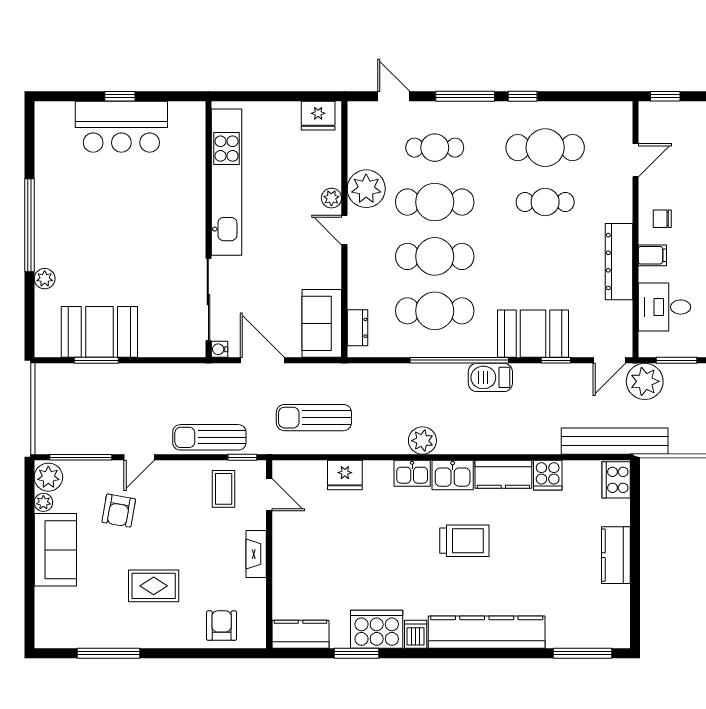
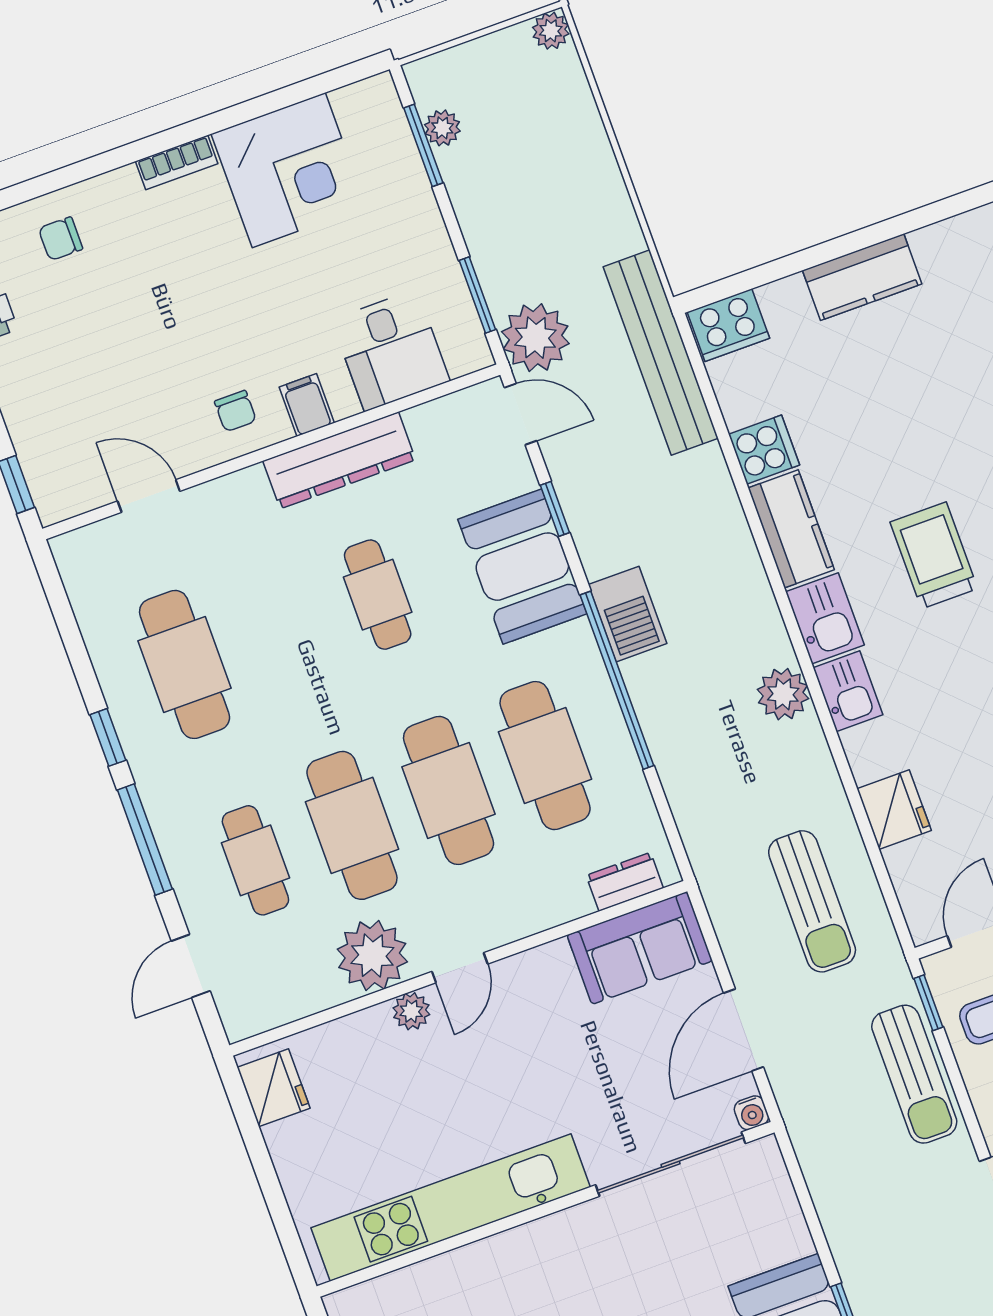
cafe table: (545, 202) -> (378, 595), moved

